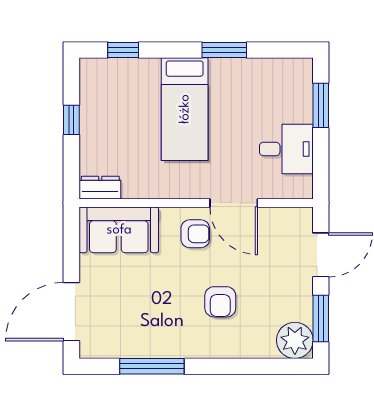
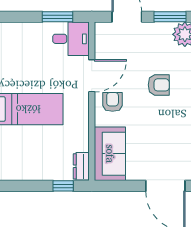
window: (321, 105) -> (58, 17), moved
window: (71, 120) -> (63, 186), moved
desk: (286, 149) -> (71, 39), moved, turned 90

